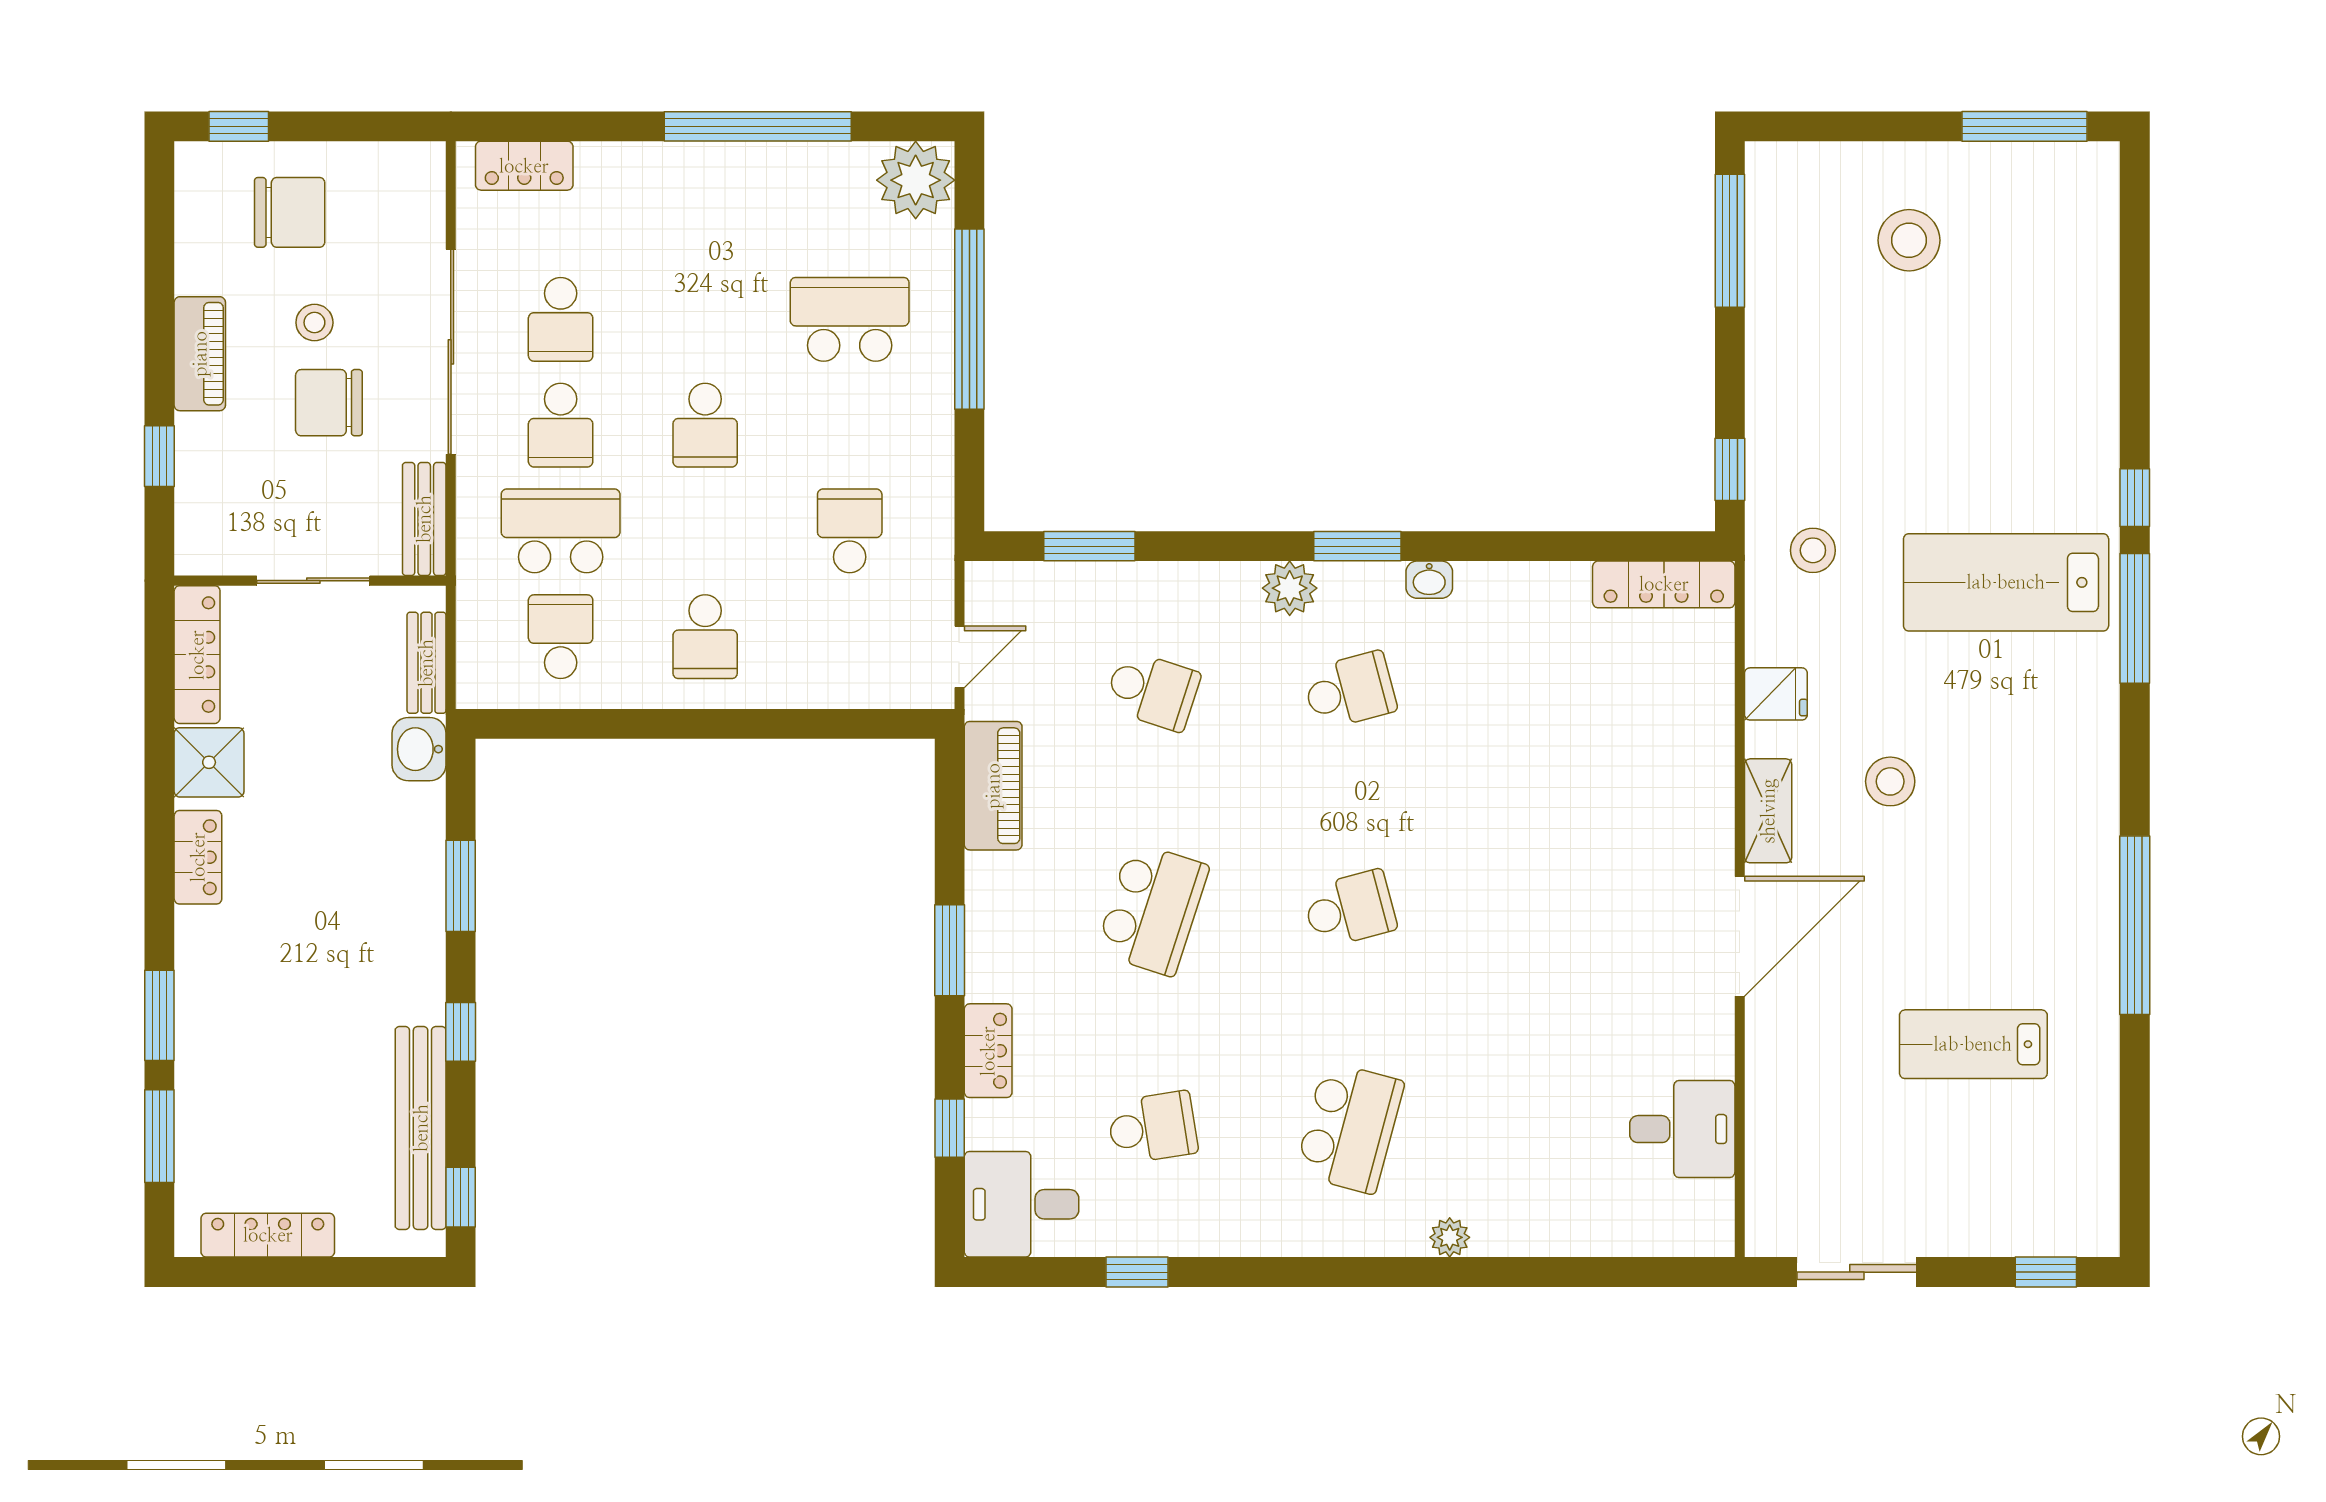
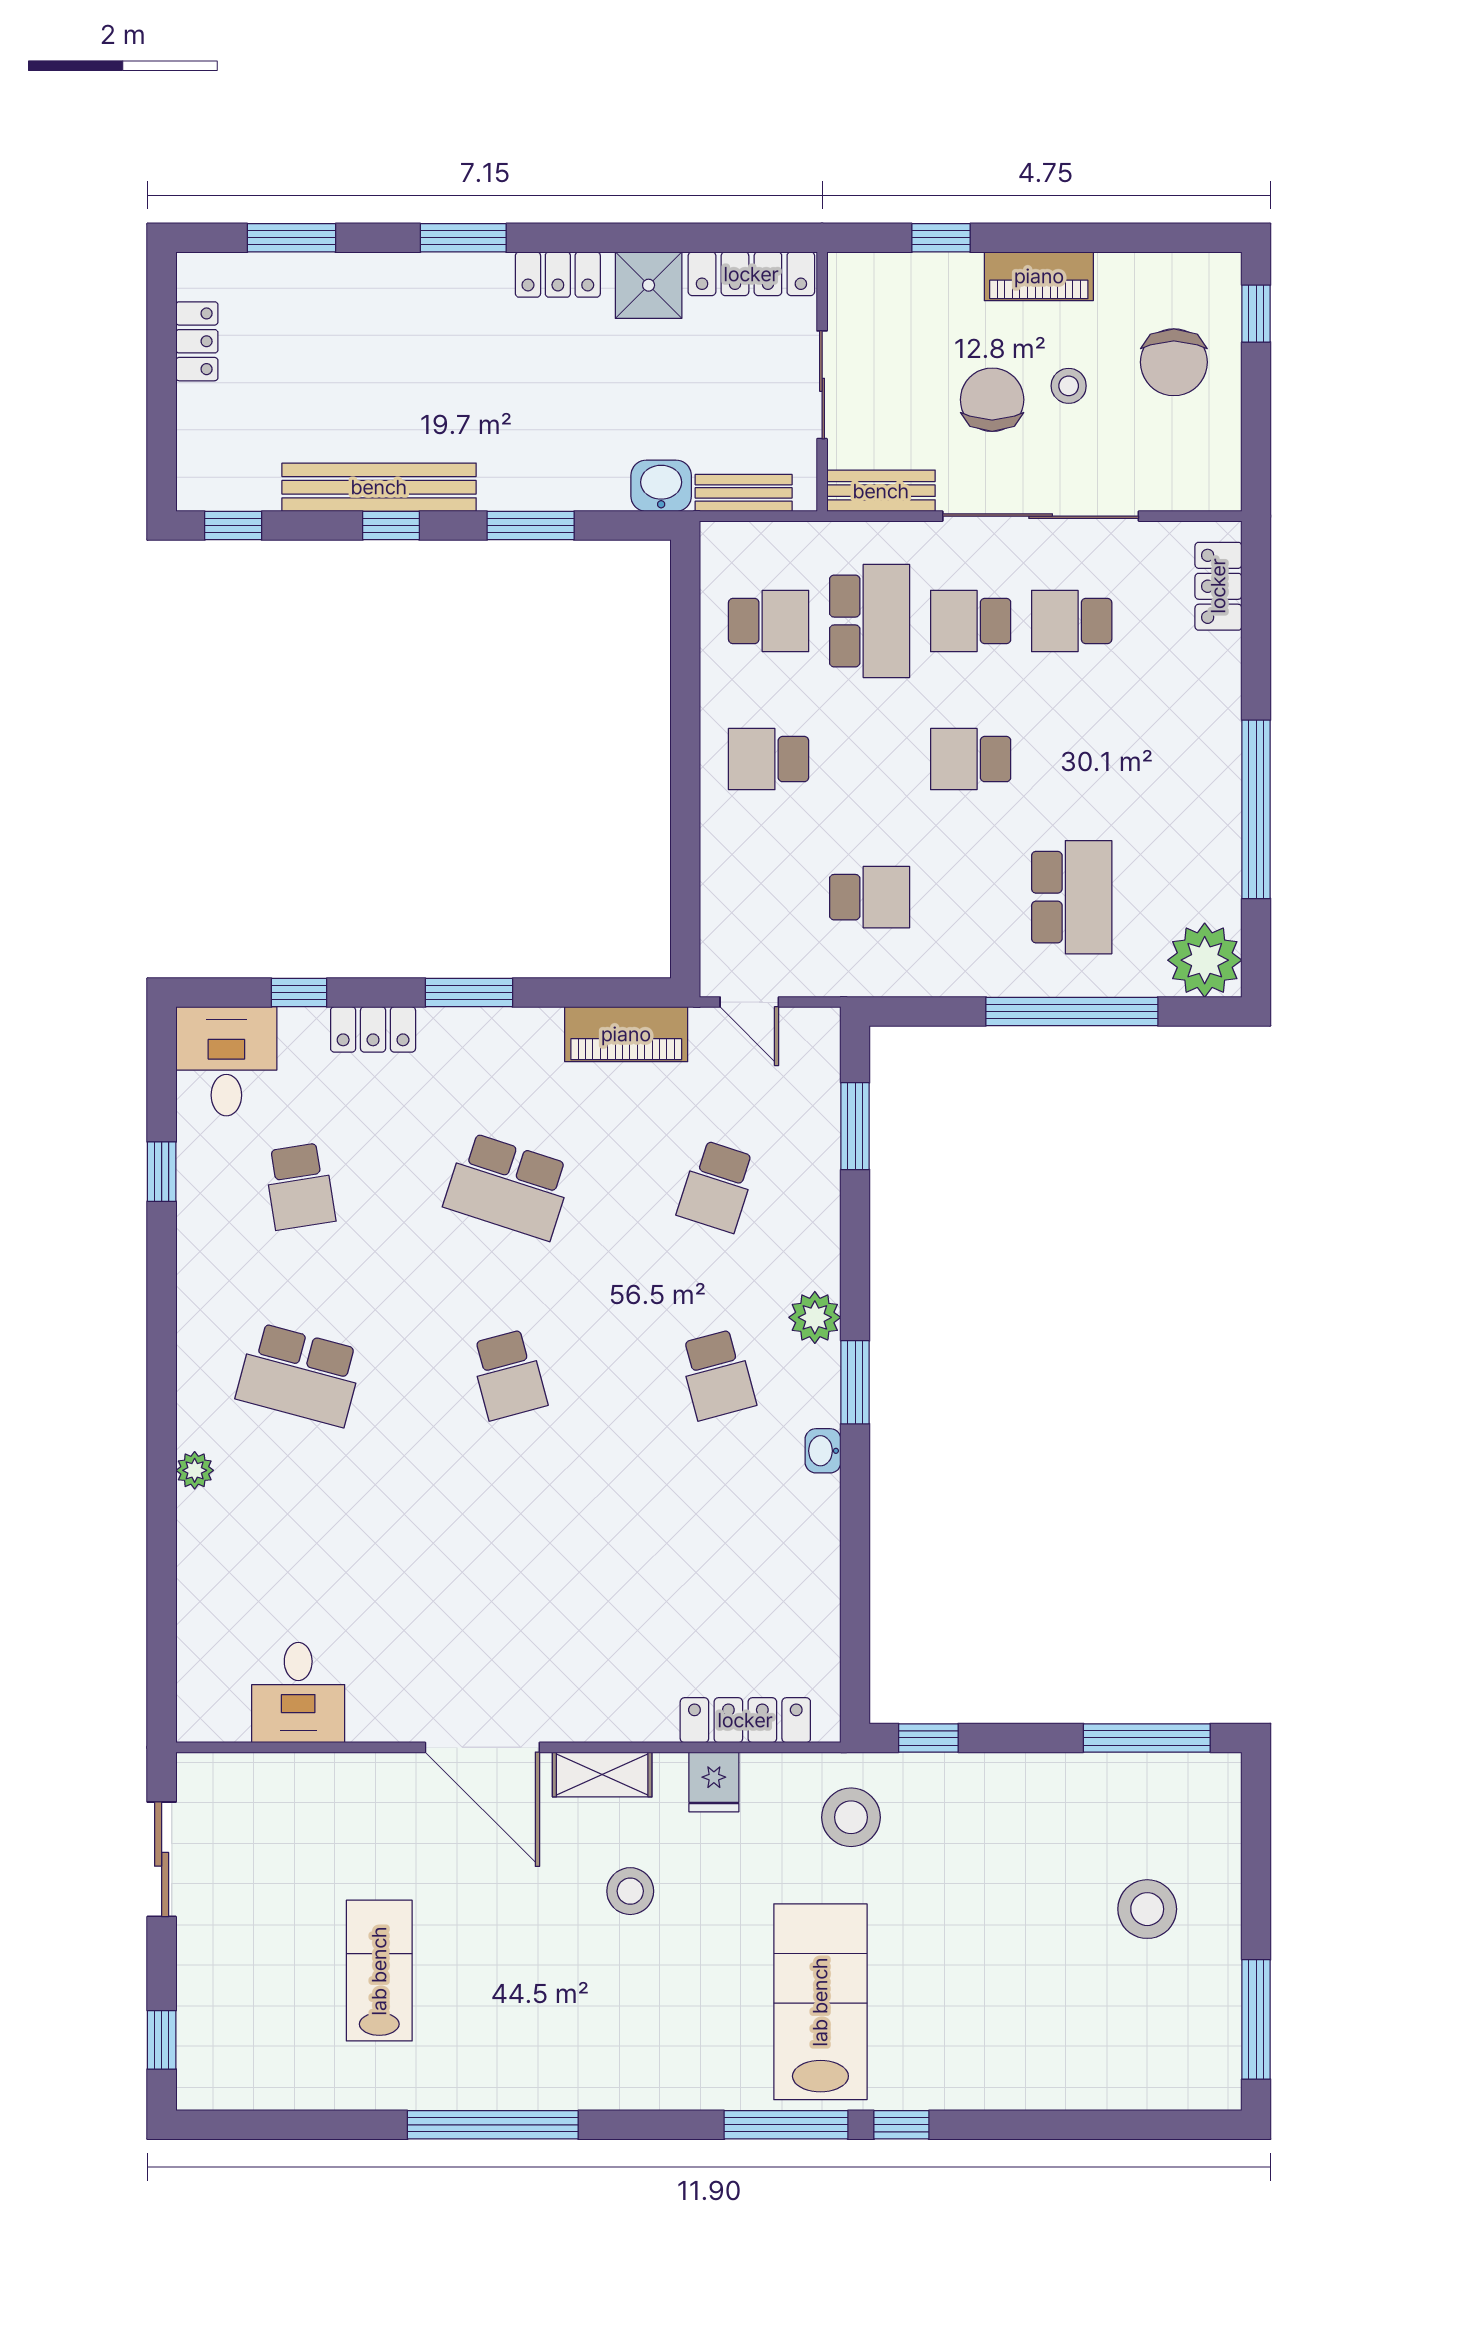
stool: (1813, 550) -> (851, 1817), width x1.38, depth x1.38
locker: (1664, 584) -> (745, 1720), moved, turned 90
window: (159, 1015) -> (463, 238), moved
bench: (421, 1128) -> (379, 487), moved
locker: (268, 1235) -> (197, 341), width x0.66

